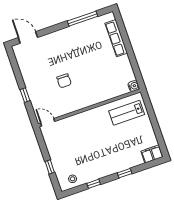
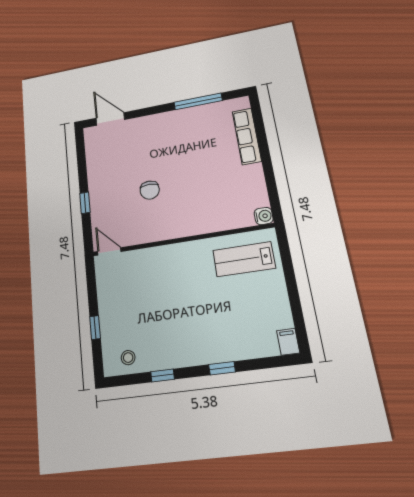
filing cabinet: (152, 154) -> (288, 342), width x0.50

